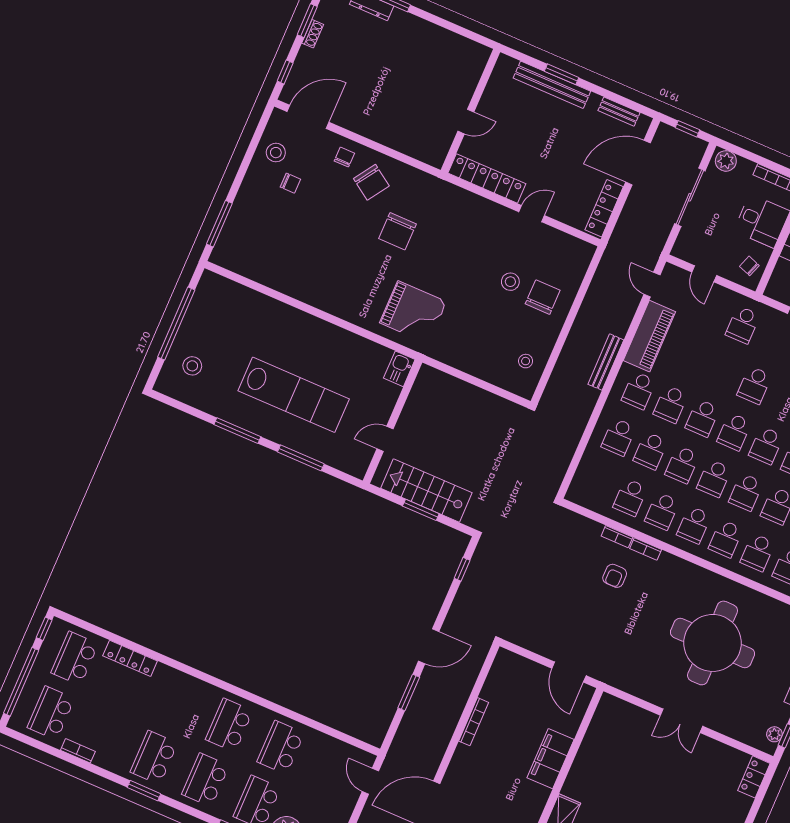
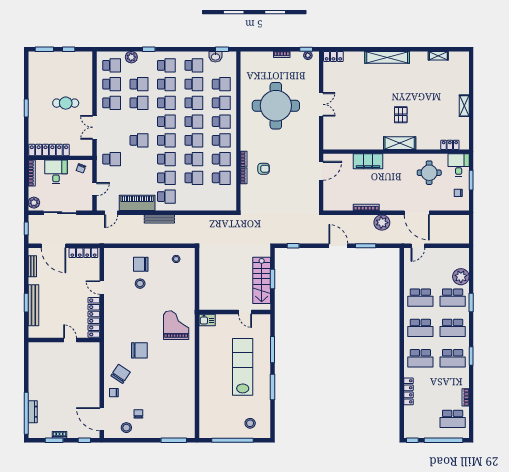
school desk: (619, 437) -> (194, 197), removed
school desk: (75, 658) -> (420, 358), moved
plant: (436, 737) -> (382, 223), added

